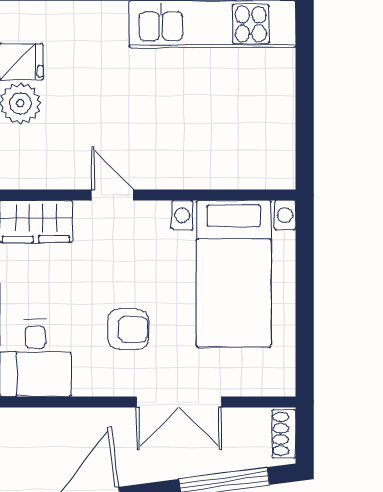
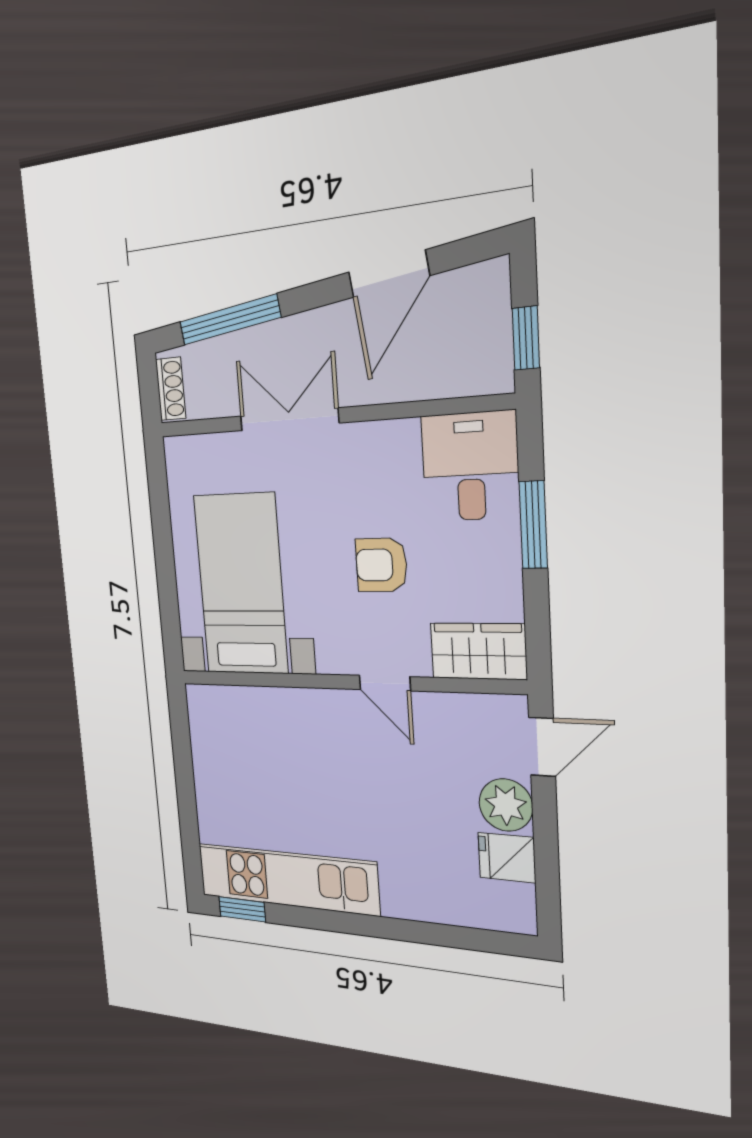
armchair: (128, 329) -> (381, 565), moved

